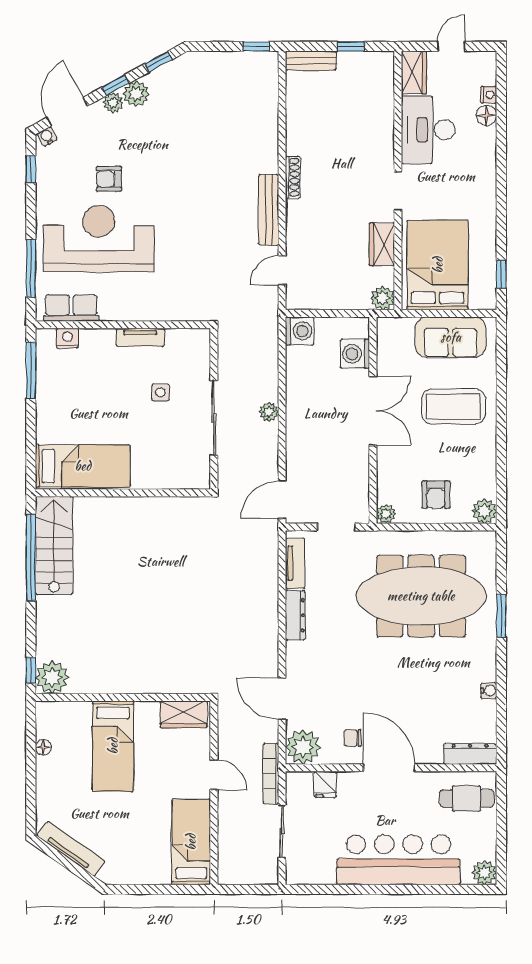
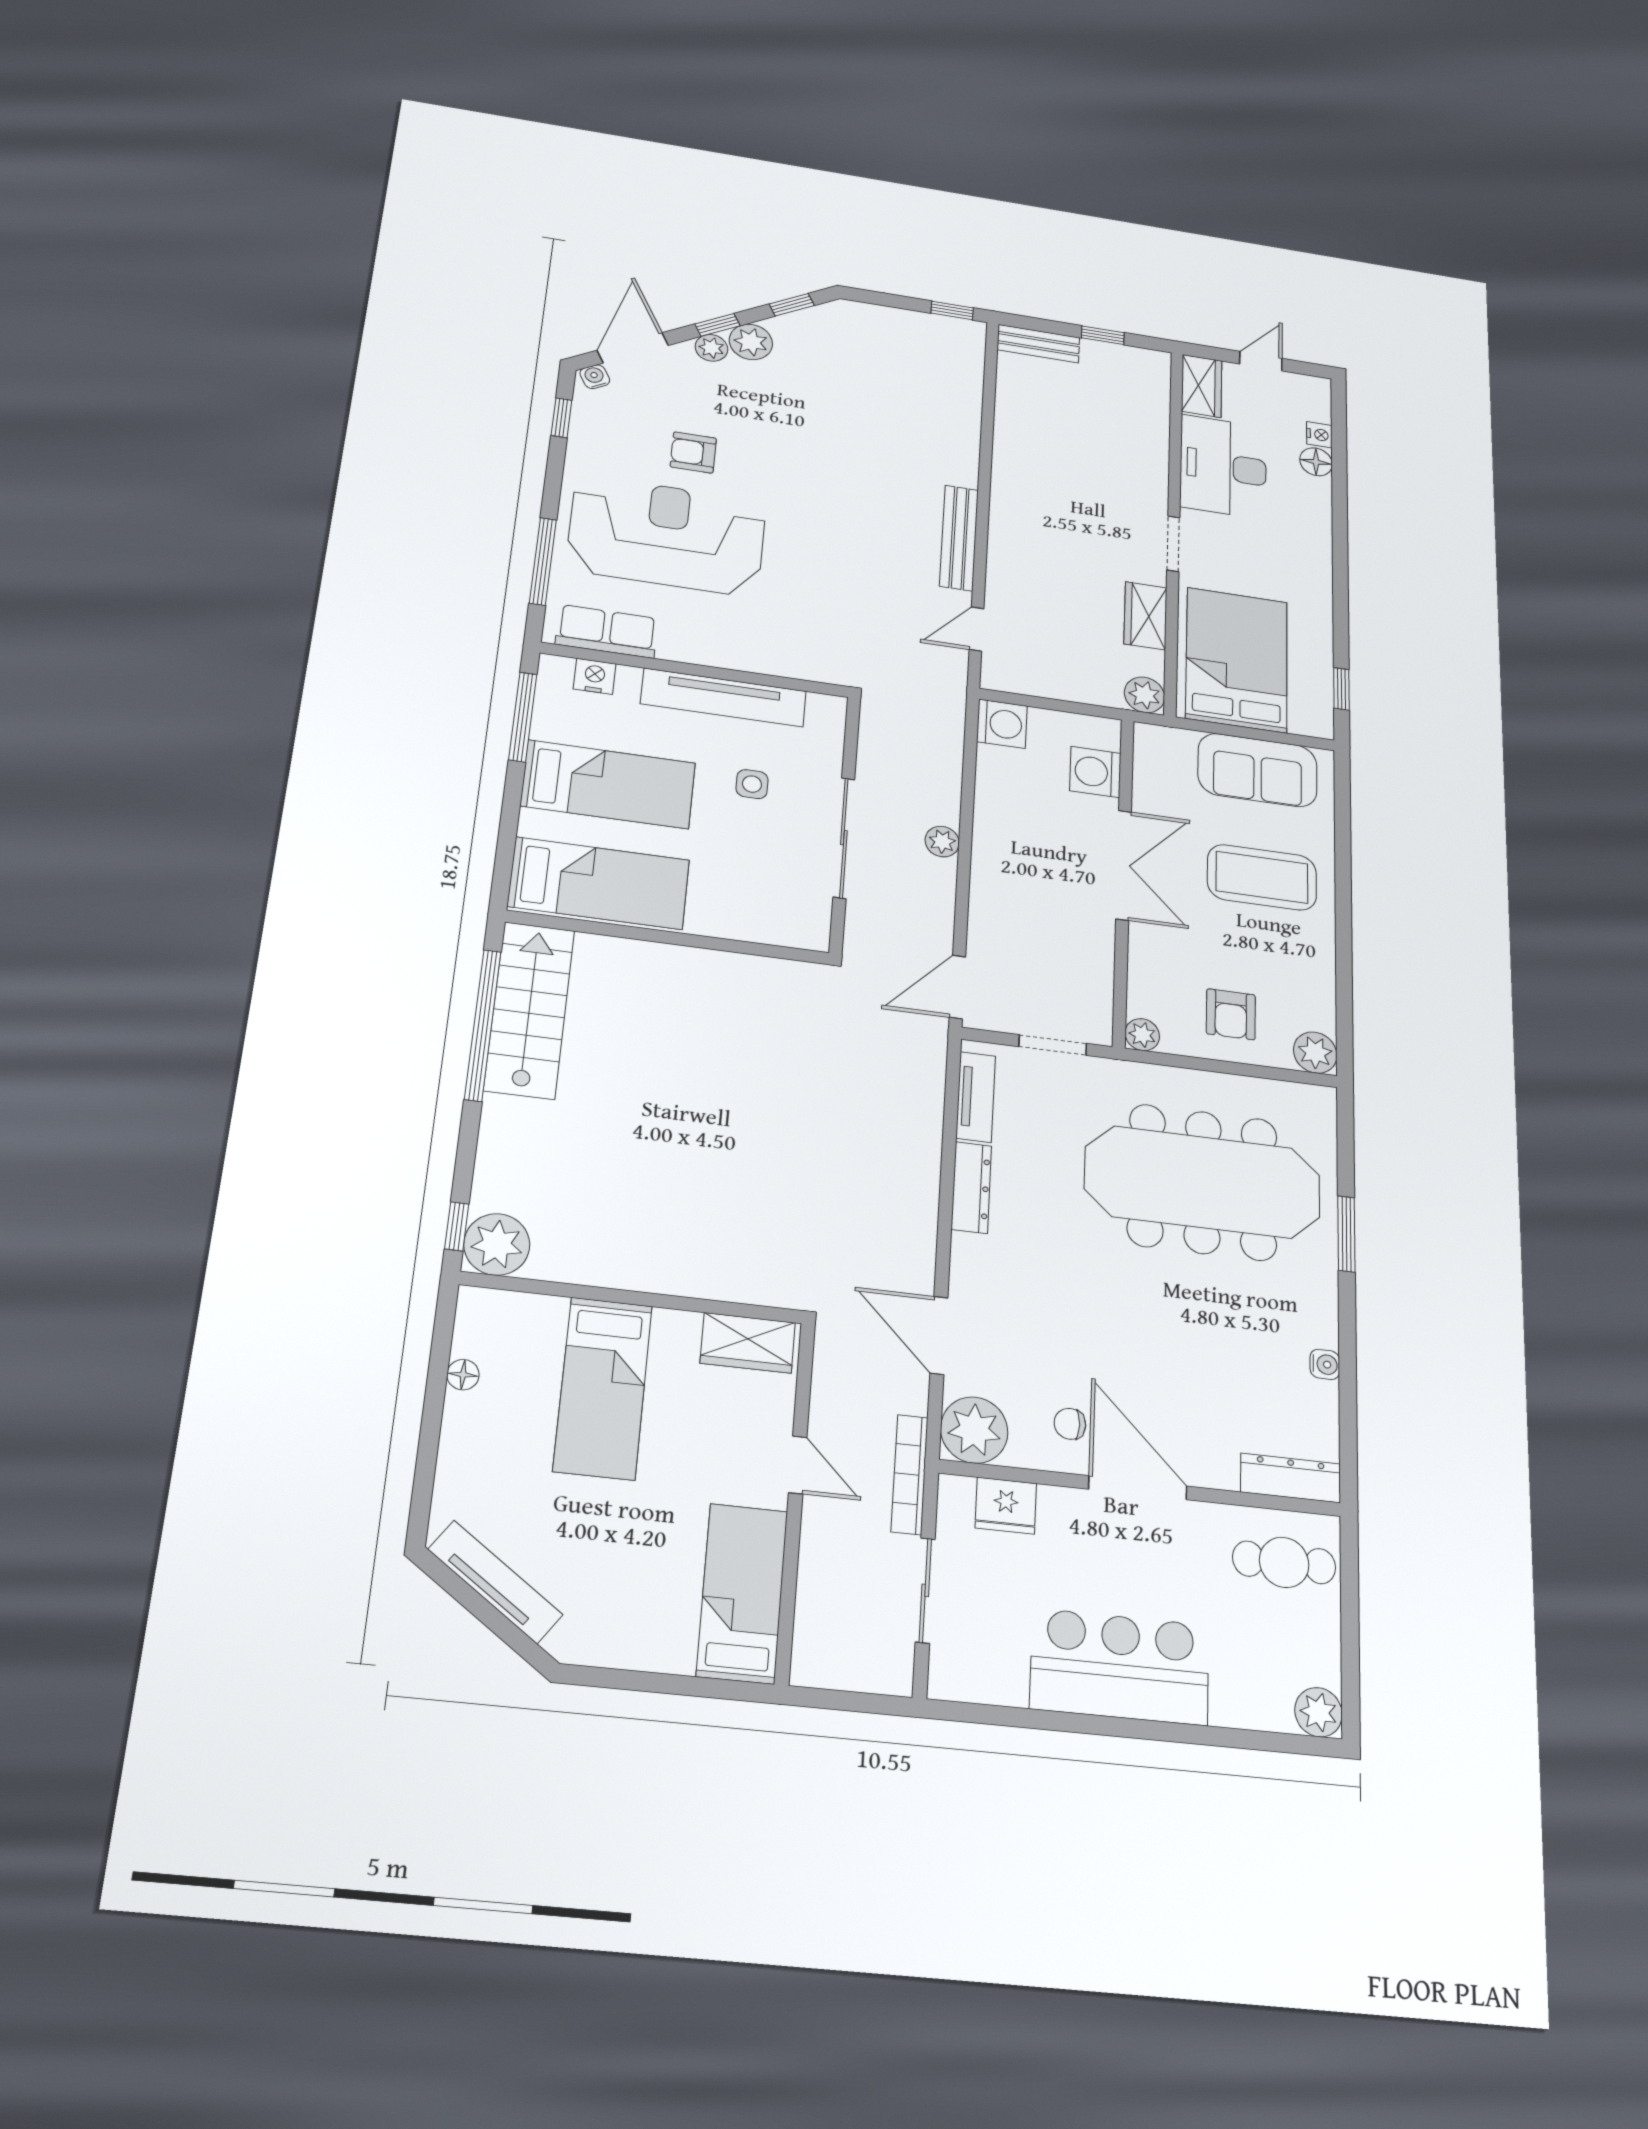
shoe rack: (293, 177) -> (1001, 498), removed
tv unit: (140, 337) -> (724, 697), width x1.92, depth x1.29
bed: (82, 405) -> (608, 784), added
fridge: (325, 784) -> (1006, 1506), width x1.38
bar counter: (398, 860) -> (1120, 1667), width x0.73

